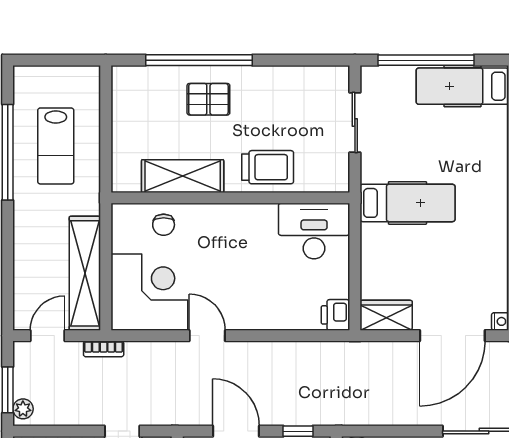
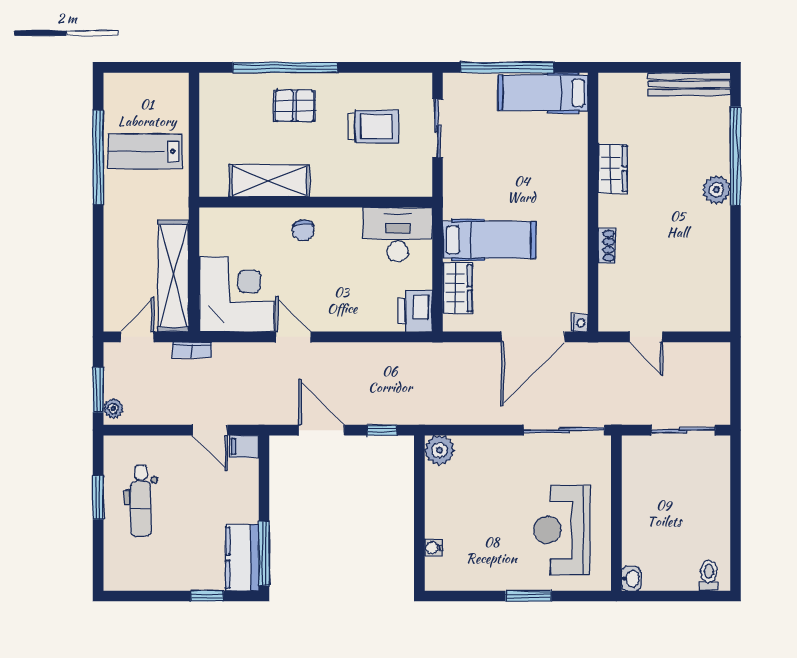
lab bench: (56, 146) -> (145, 151), turned 90
trolley: (268, 167) -> (373, 127), moved
hospital bed: (407, 203) -> (489, 240), moved
chair: (164, 225) -> (303, 230), moved
printer: (335, 315) -> (415, 311), width x1.36, depth x1.24
wardrobe: (386, 315) -> (457, 288), moved, turned 90

